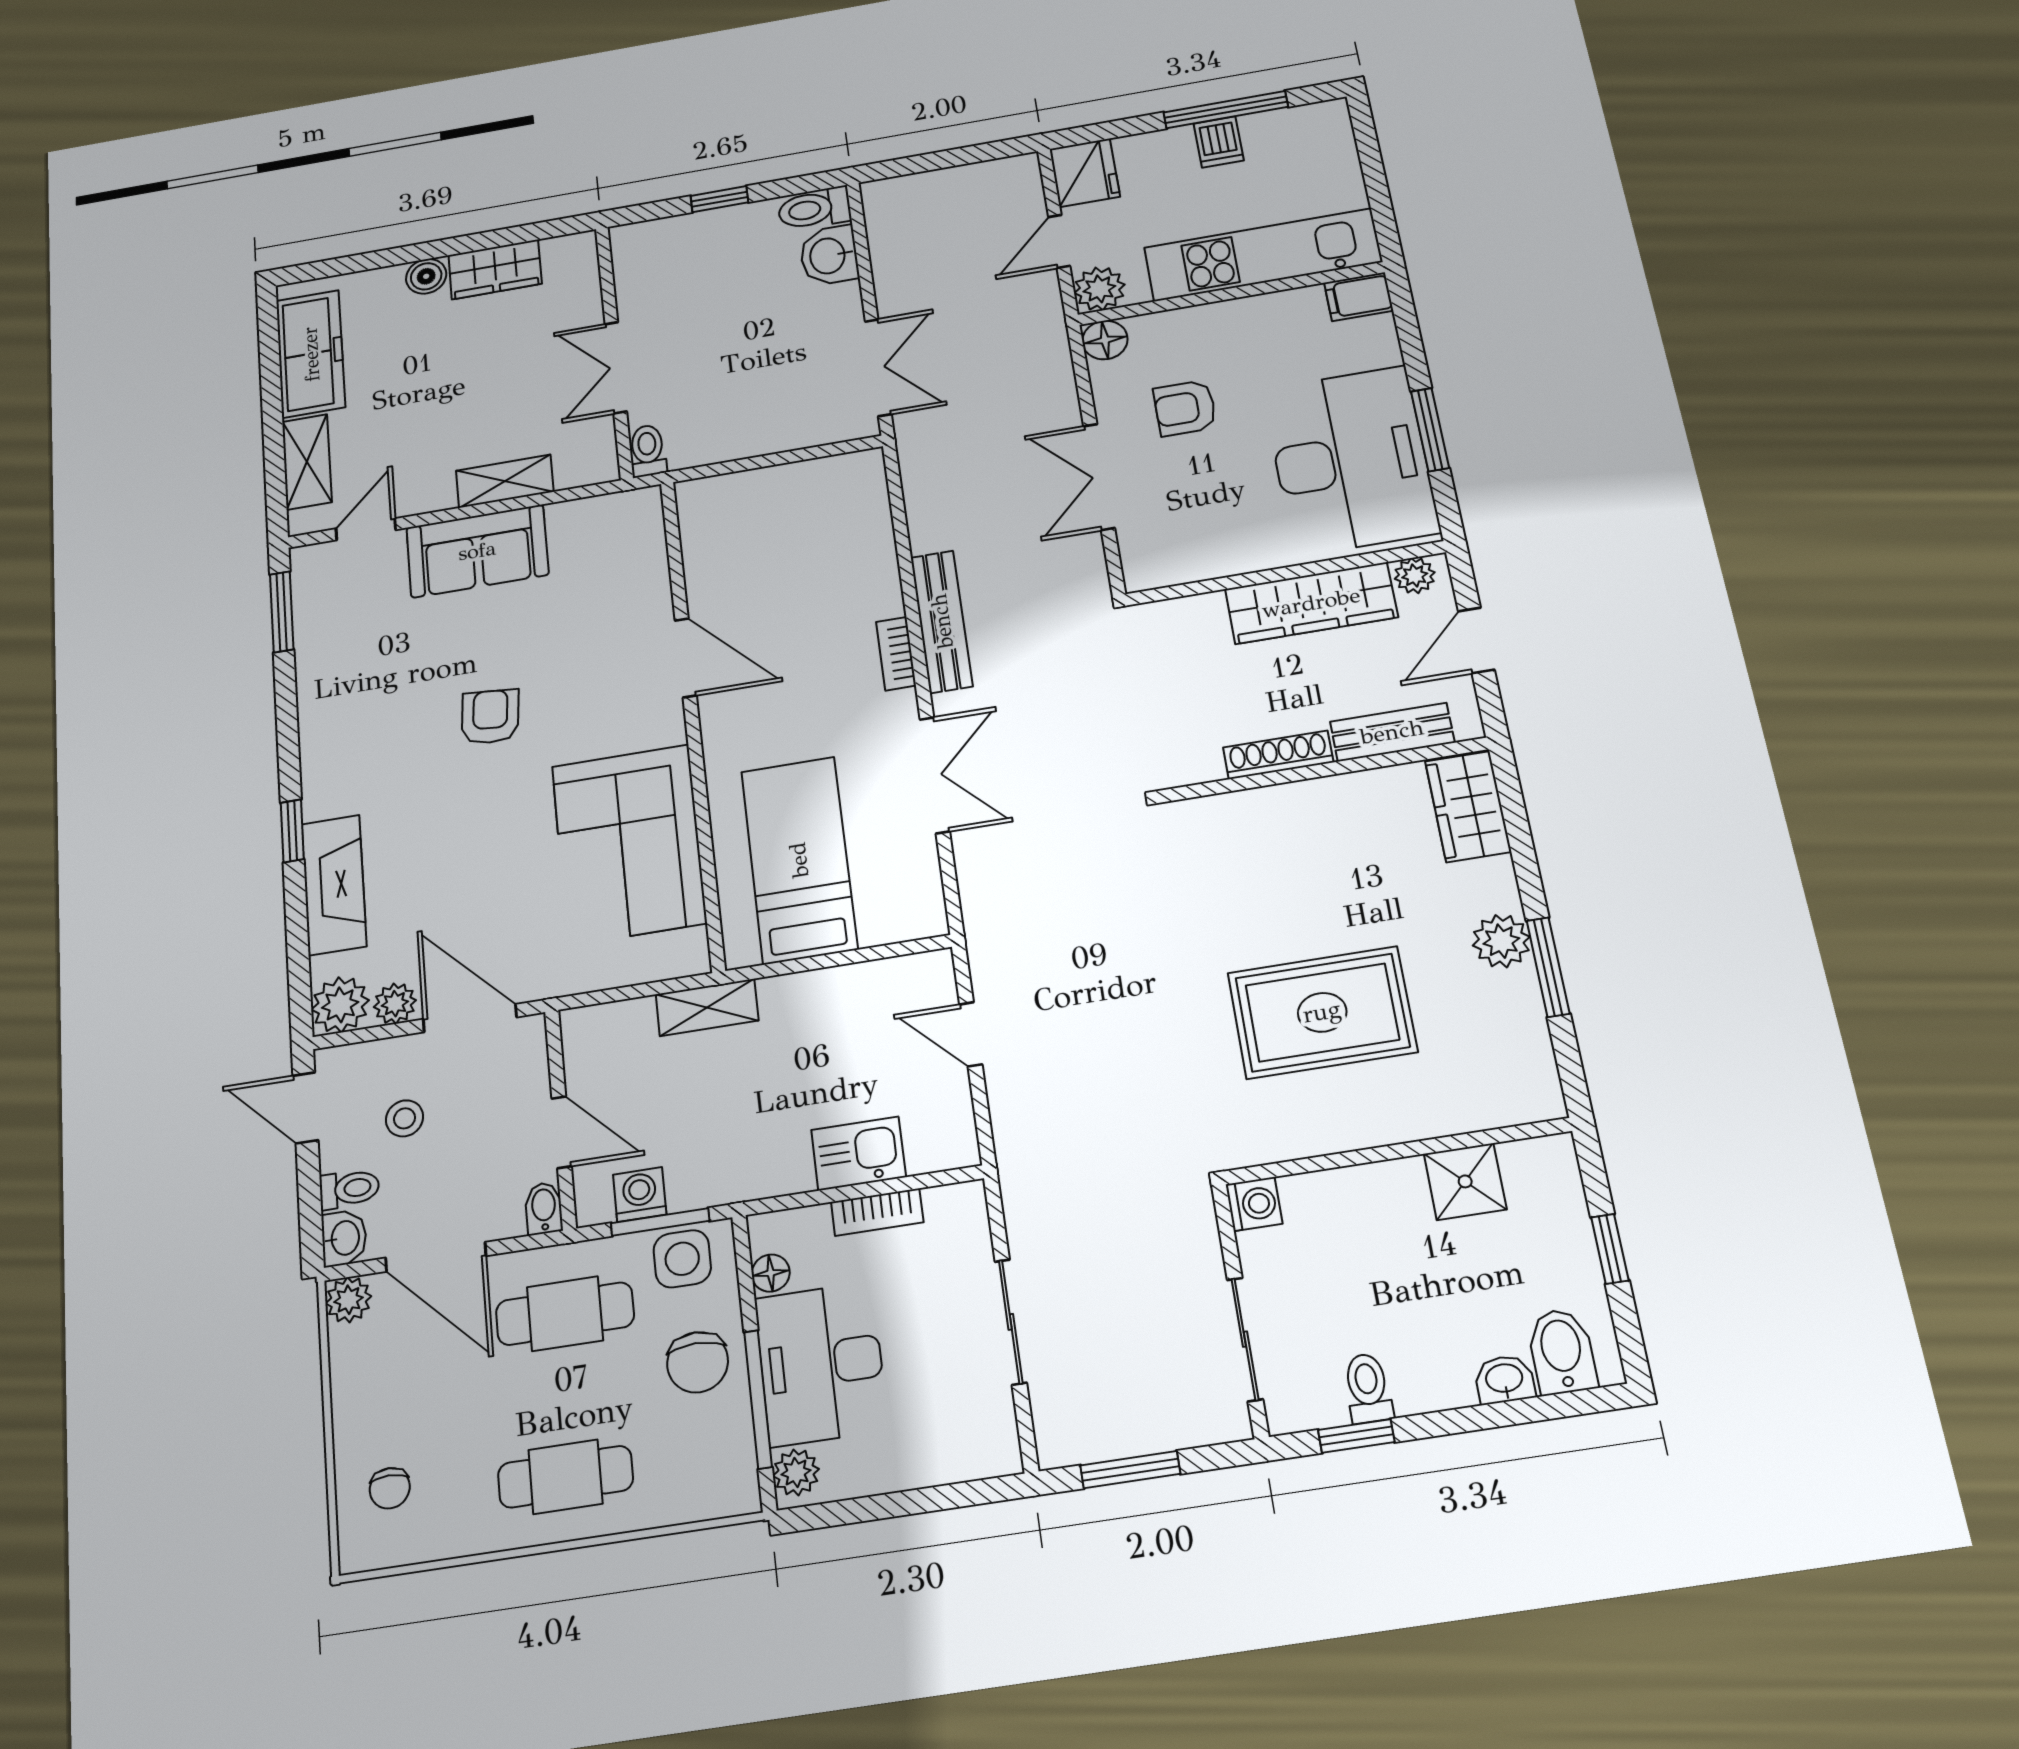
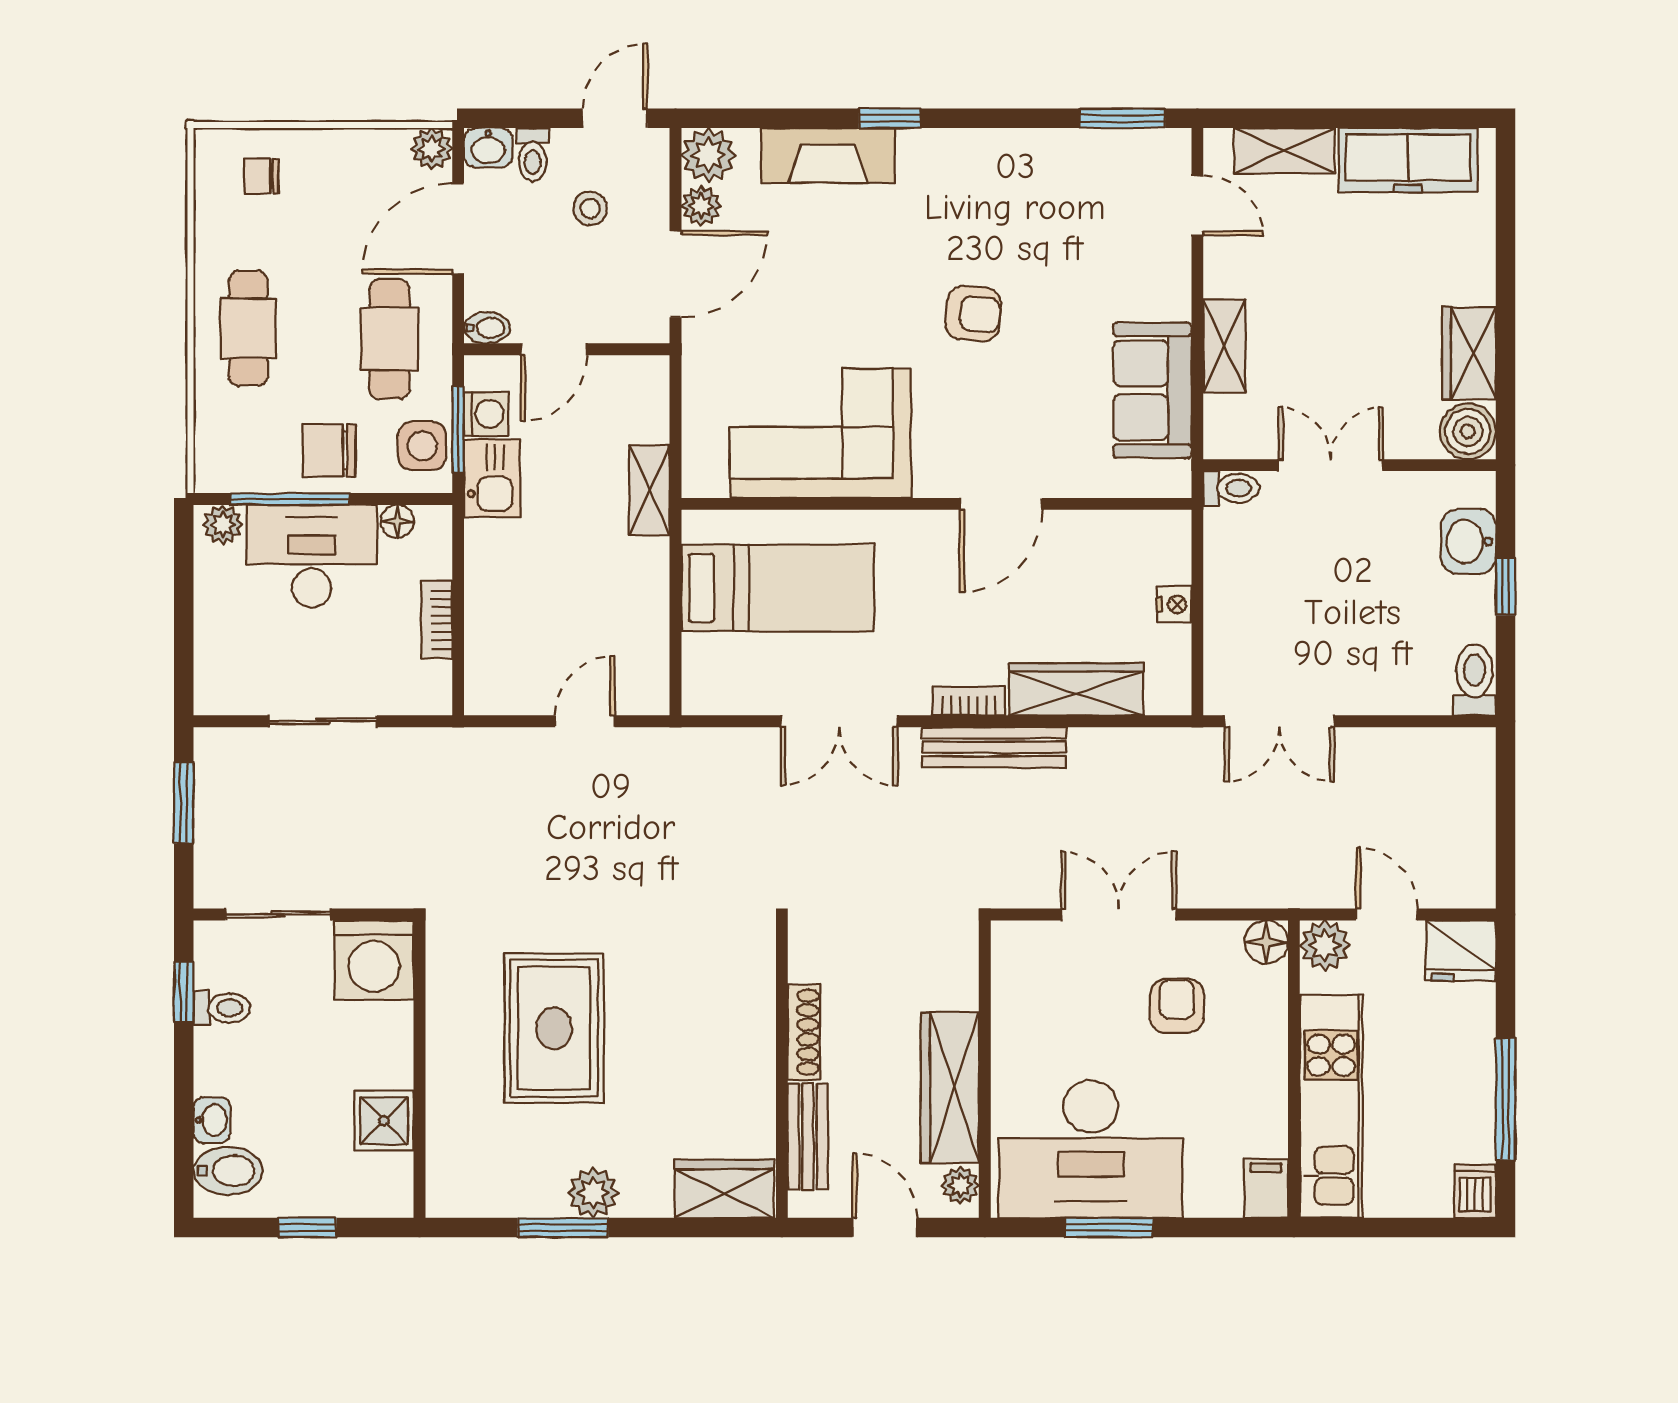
dishwasher: (1219, 142) -> (1475, 1191), moved, turned 90
washbasin: (829, 256) -> (1469, 541), moved, turned -90
boiler: (426, 276) -> (1468, 431), moved, width x1.36, depth x1.36
nightstand: (771, 481) -> (1174, 604), added
sofa: (477, 551) -> (1152, 390), moved
wardrobe: (870, 555) -> (1076, 689), added
kitchen sink: (859, 1153) -> (492, 478), moved
washing machine: (1254, 1204) -> (374, 960), width x1.89, depth x1.89

